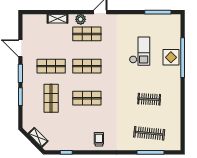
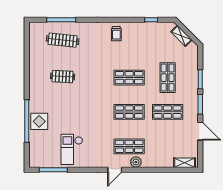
shelving: (57, 19) -> (185, 163), moved
checkout: (140, 51) -> (72, 149), moved

